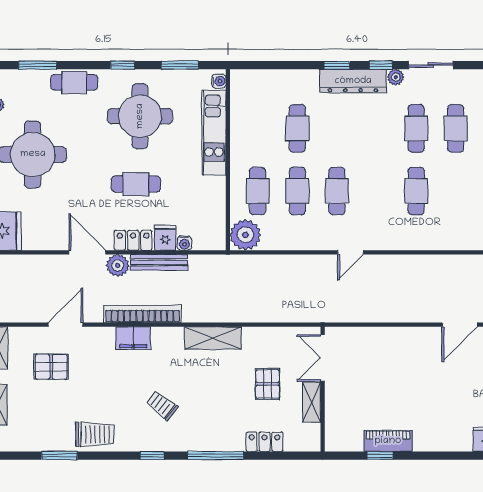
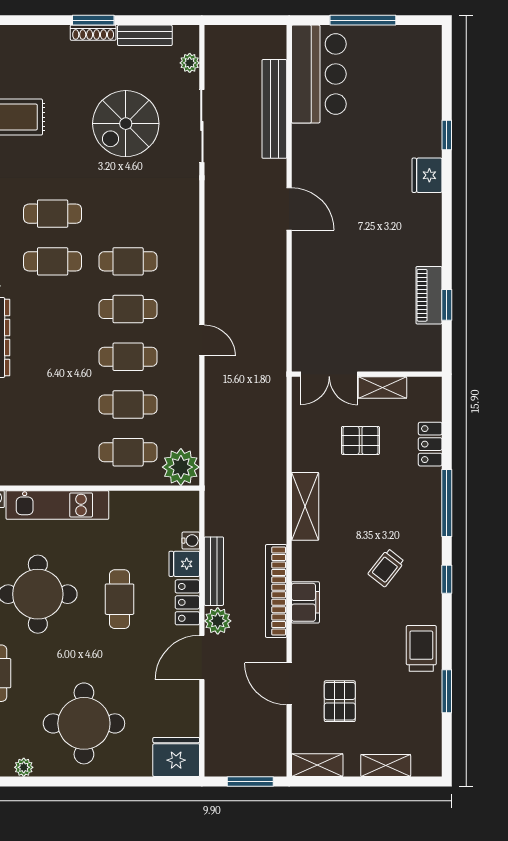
cafe table: (297, 128) -> (128, 309), moved

